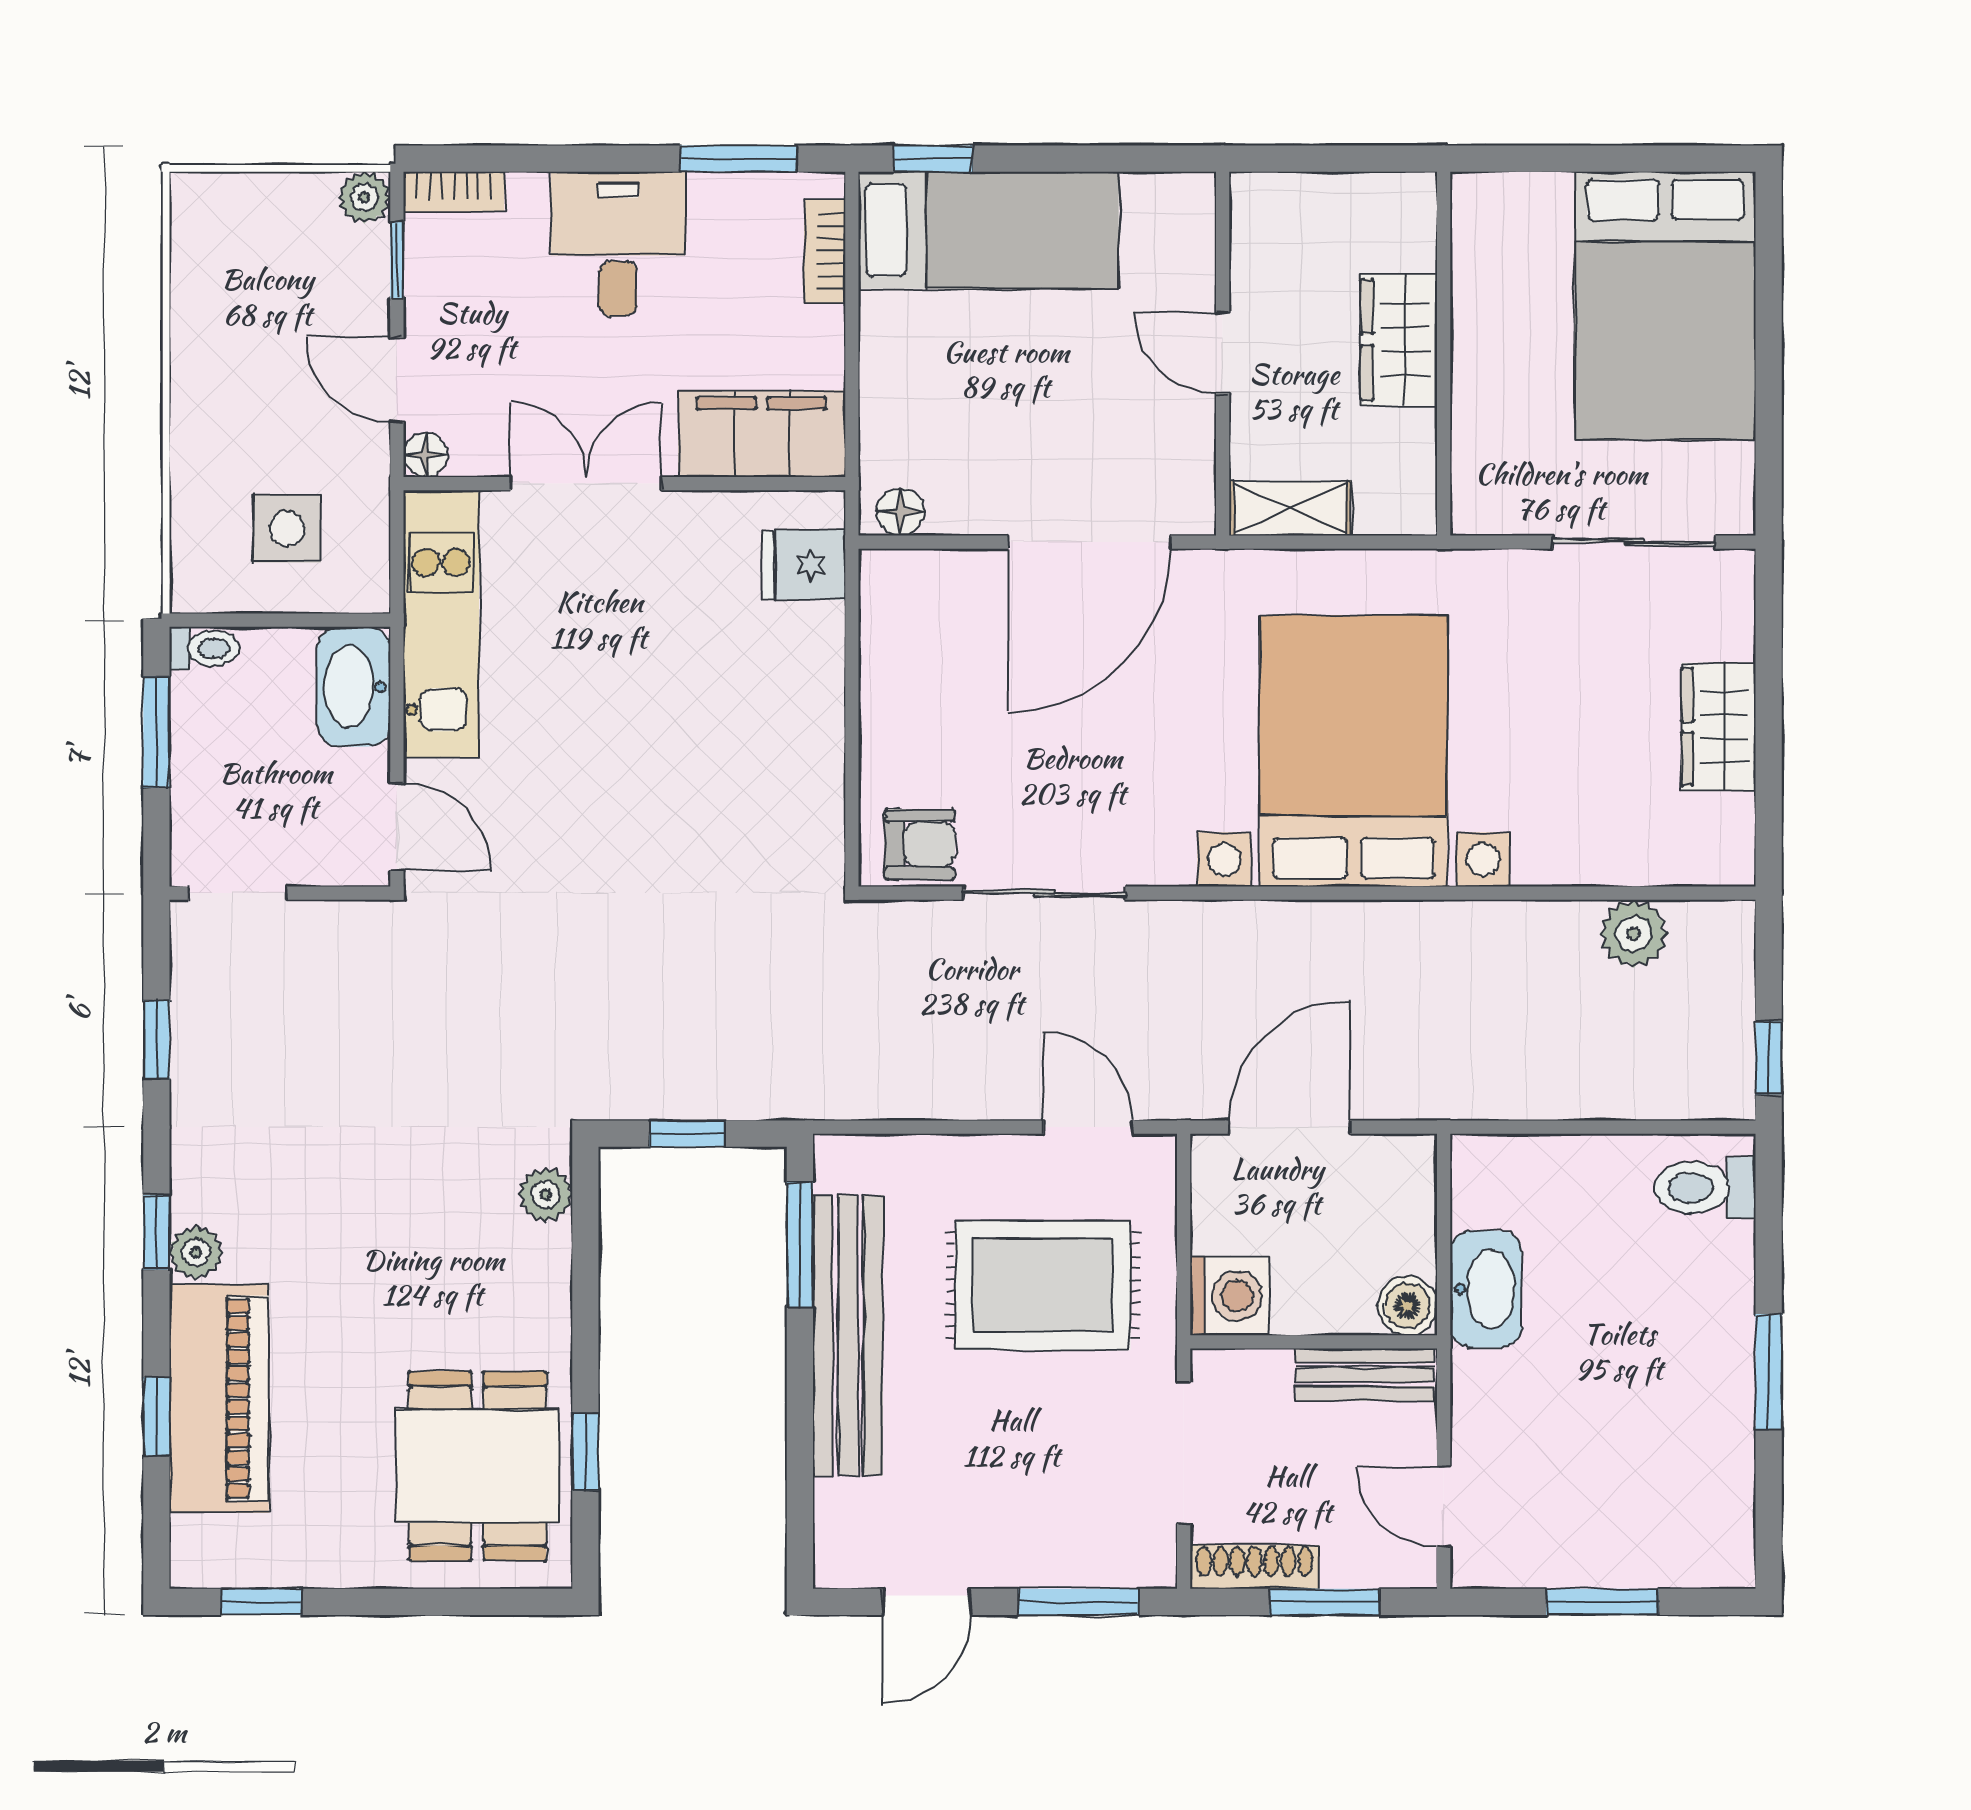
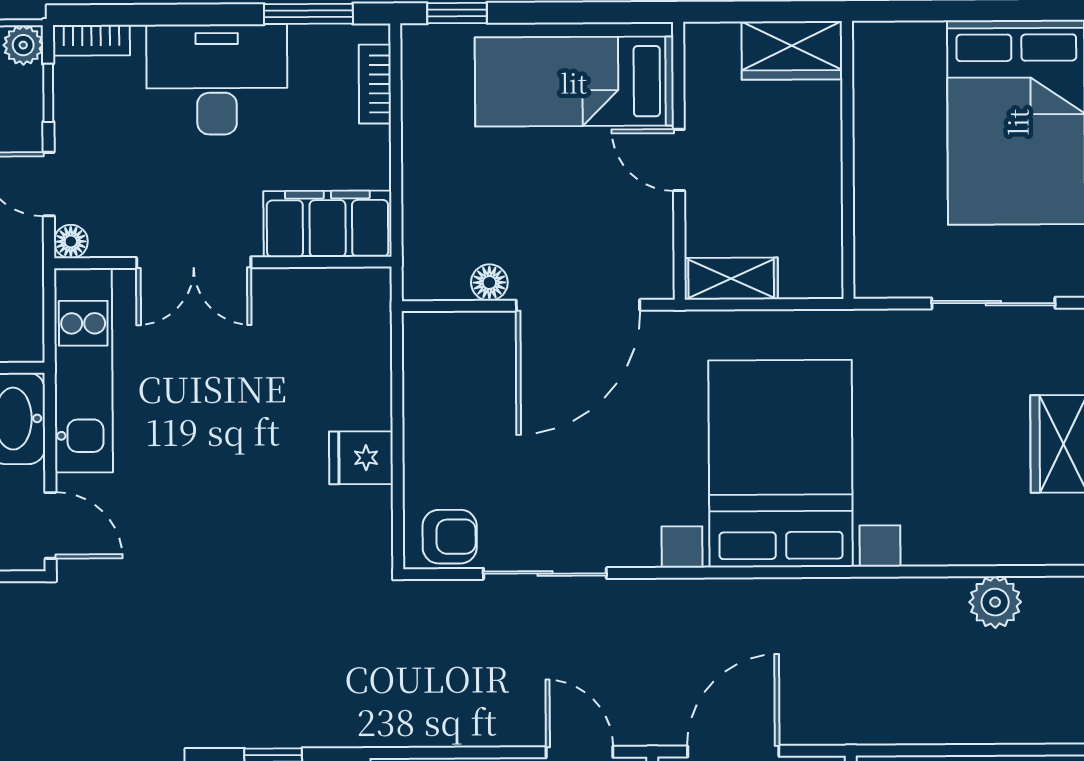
bed: (988, 230) -> (574, 82), moved, turned 180
desk: (618, 244) -> (217, 79), width x1.37
wardrobe: (1399, 340) -> (792, 50), moved, turned -90
double door: (586, 484) -> (194, 263), swing flipped
floor lamp: (901, 512) -> (489, 283), moved
fridge: (804, 565) -> (361, 458), moved

